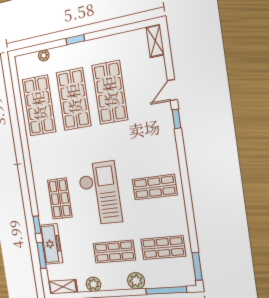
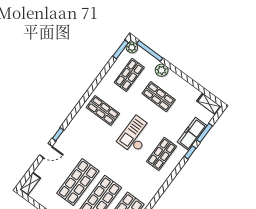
checkout: (100, 193) -> (136, 135), width x0.73, depth x0.83
shop shelf: (163, 248) -> (129, 75), turned 90
plant: (94, 284) -> (132, 47), moved

